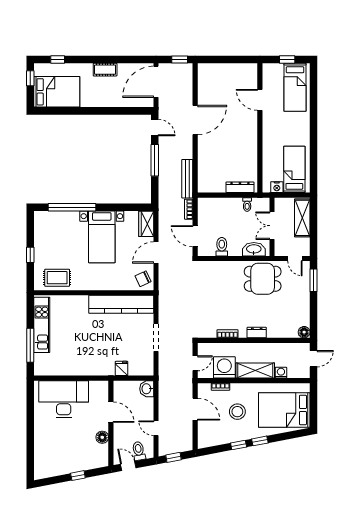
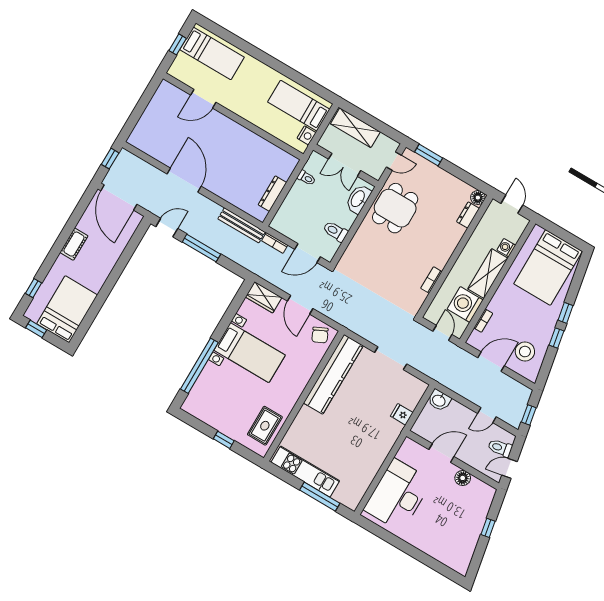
dresser: (240, 187) -> (272, 194), moved
dresser: (257, 333) -> (468, 215), moved
stool: (237, 412) -> (525, 352), moved

